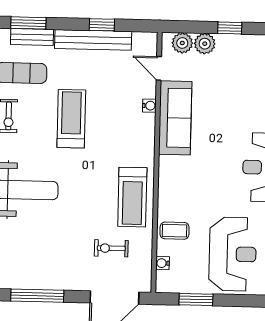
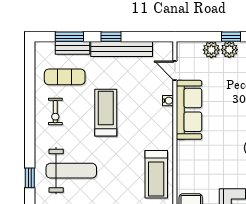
window: (102, 25) -> (111, 37), moved
plant: (182, 43) -> (229, 50), moved

